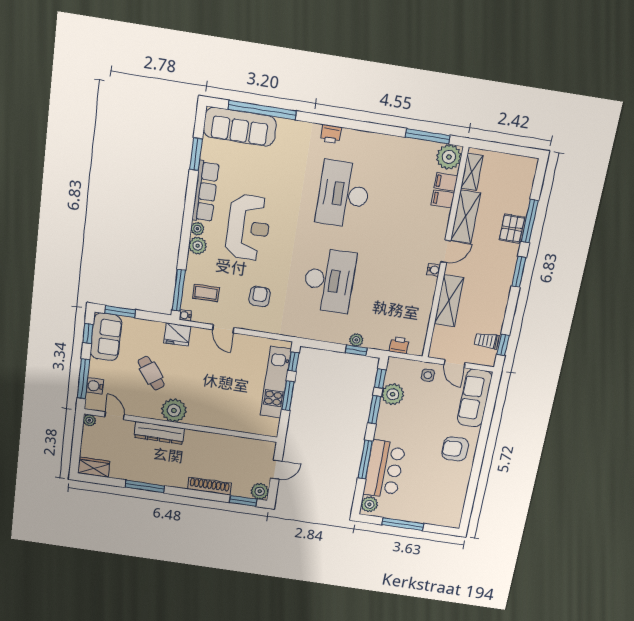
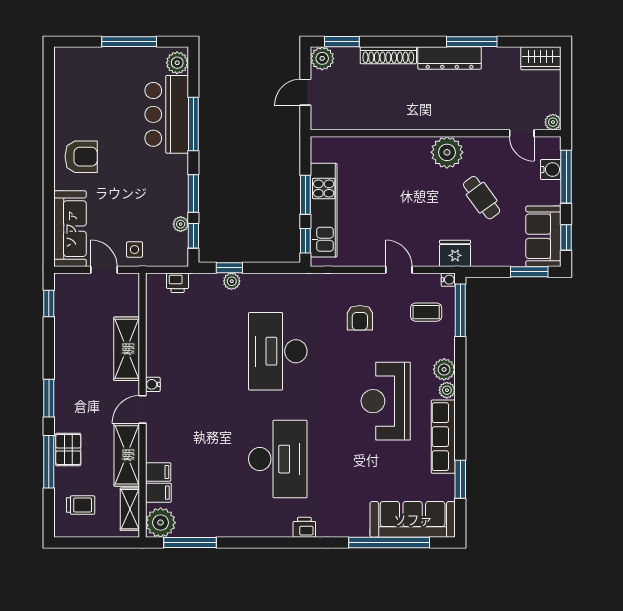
trolley: (487, 341) -> (81, 505), moved
plant: (393, 394) -> (181, 224), width x0.53, depth x0.53
dresser: (159, 433) -> (450, 58), moved, turned 180

